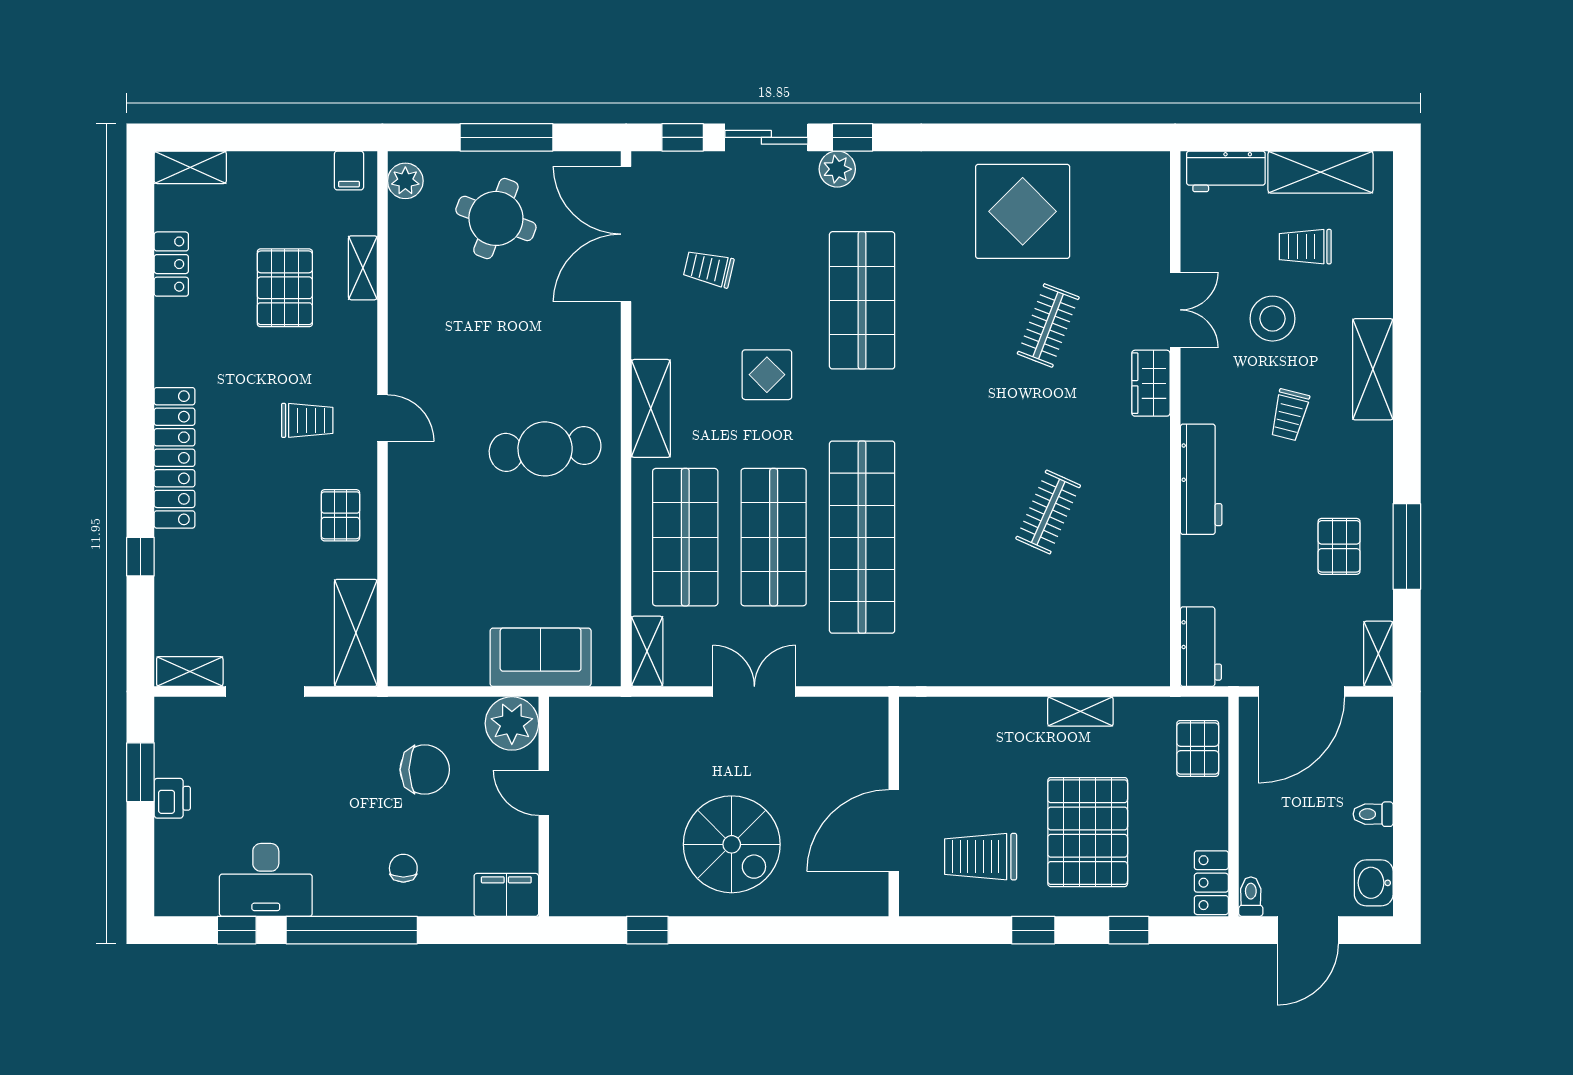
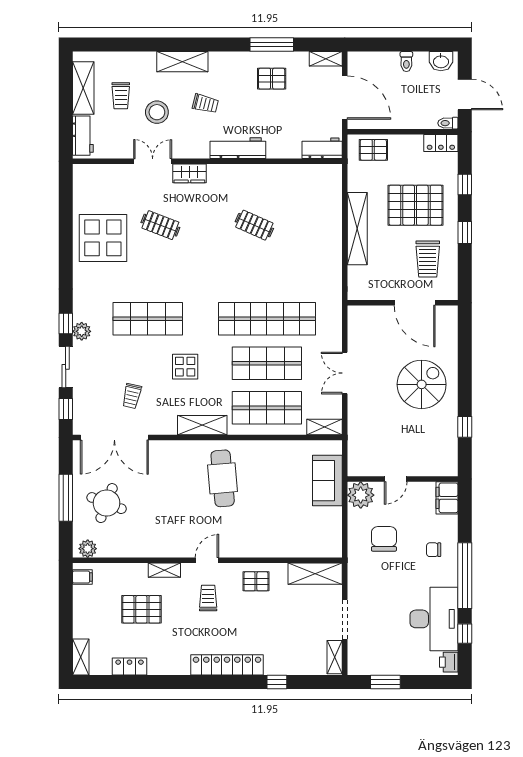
shelving: (363, 268) -> (164, 570), moved
shelving: (1080, 711) -> (357, 229), width x2.20, depth x1.33
printer: (172, 798) -> (449, 662), moved, turned -90
desk: (266, 880) -> (434, 619), width x1.36, depth x1.30

